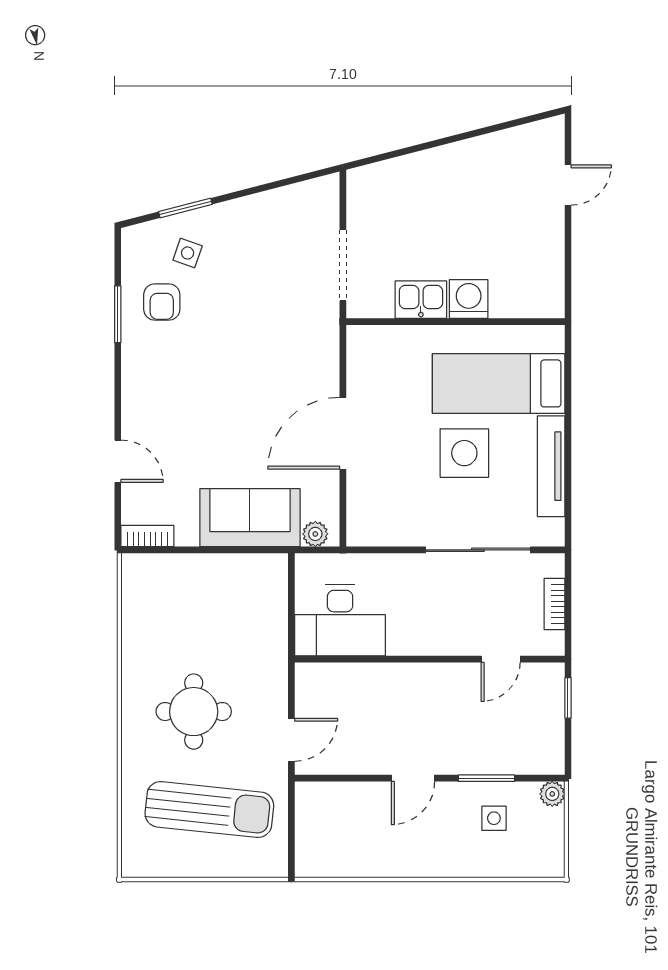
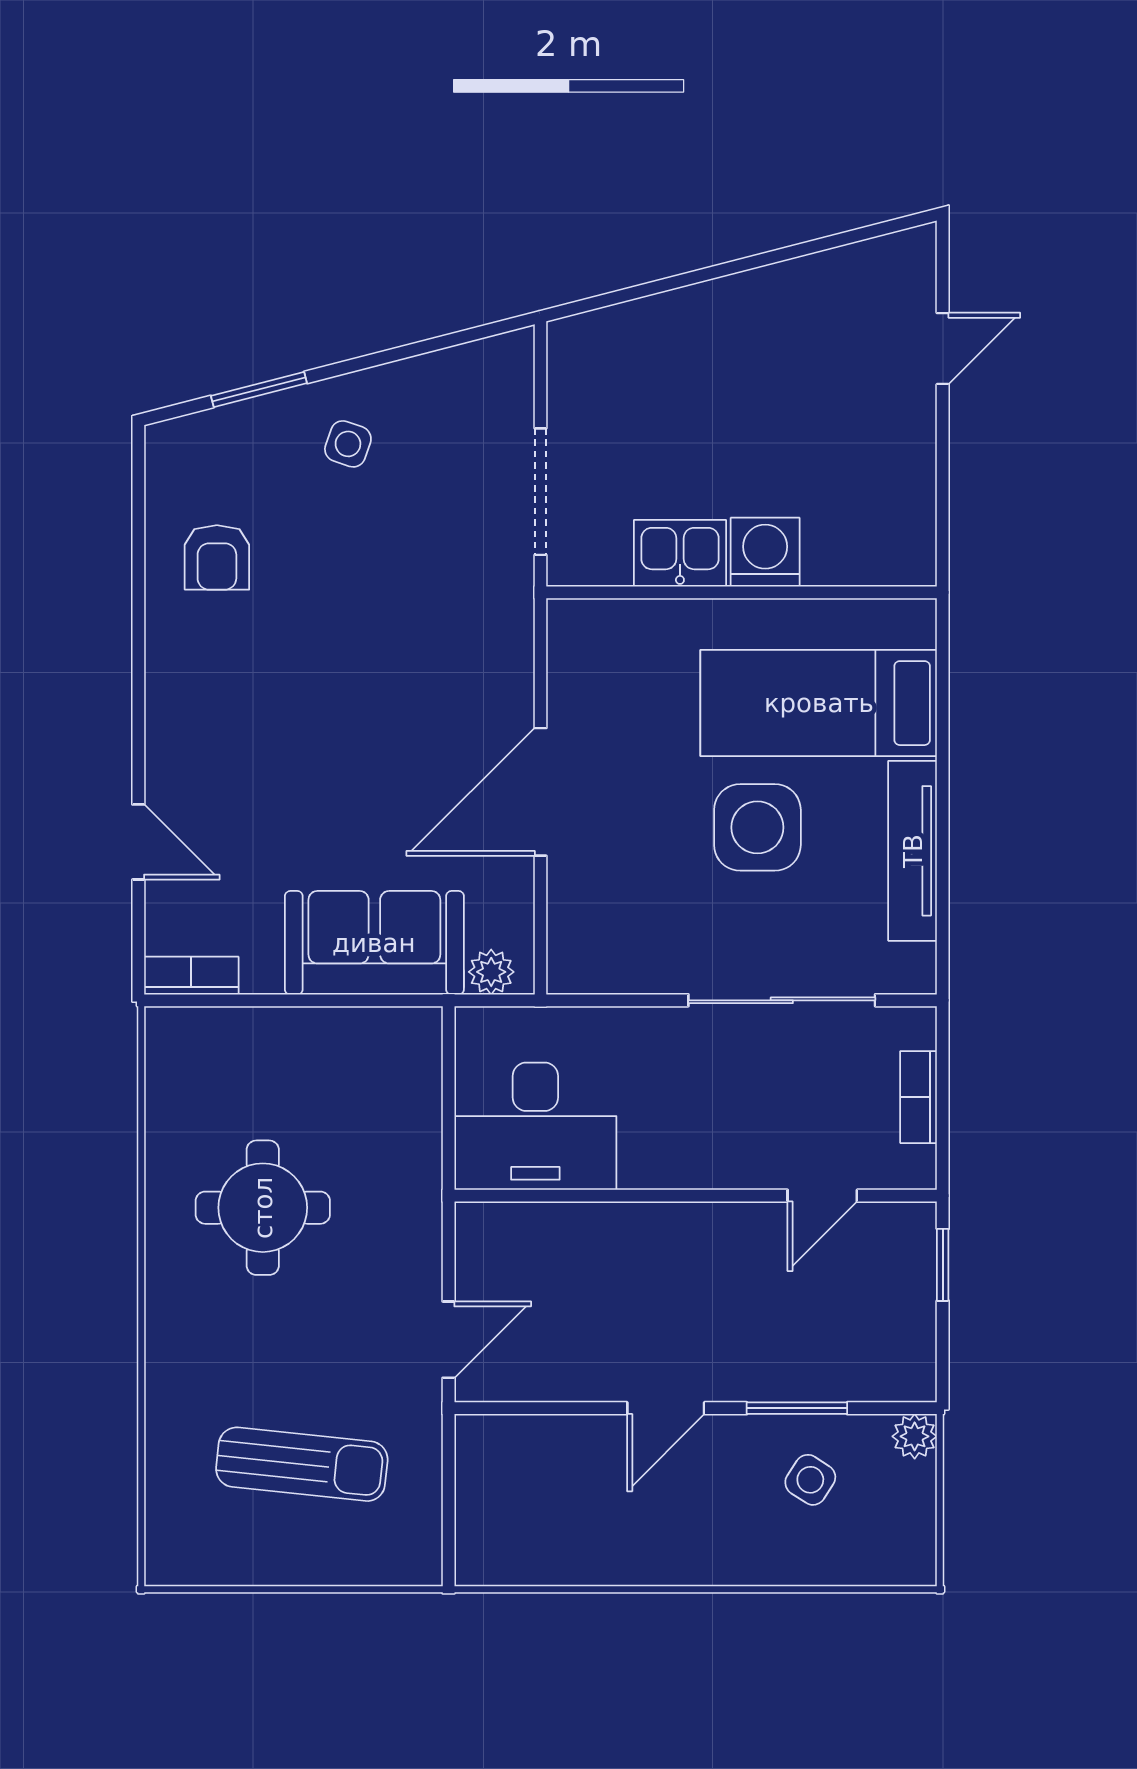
side table: (188, 253) -> (348, 444), moved
window: (118, 314) -> (138, 579), removed
round table: (194, 712) -> (263, 1208), moved
sun lounger: (209, 810) -> (302, 1464), width x0.73, depth x0.75
side table: (494, 818) -> (810, 1480), turned 33

